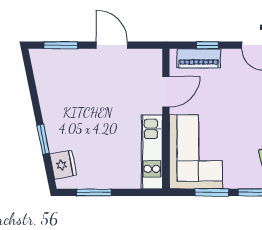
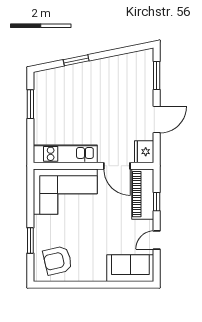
piano: (199, 58) -> (143, 194), width x1.37, depth x1.33
fridge: (63, 165) -> (144, 152), moved, turned 101
window: (212, 192) -> (30, 205), removed

